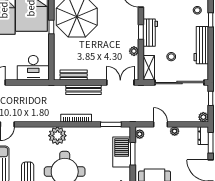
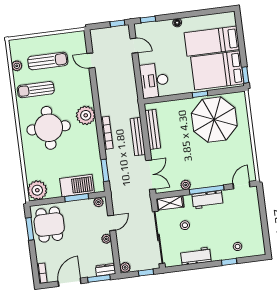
window: (141, 32) -> (207, 190), width x2.17
workbench: (201, 45) -> (196, 256), width x0.73
bench: (74, 75) -> (153, 129), width x1.36

